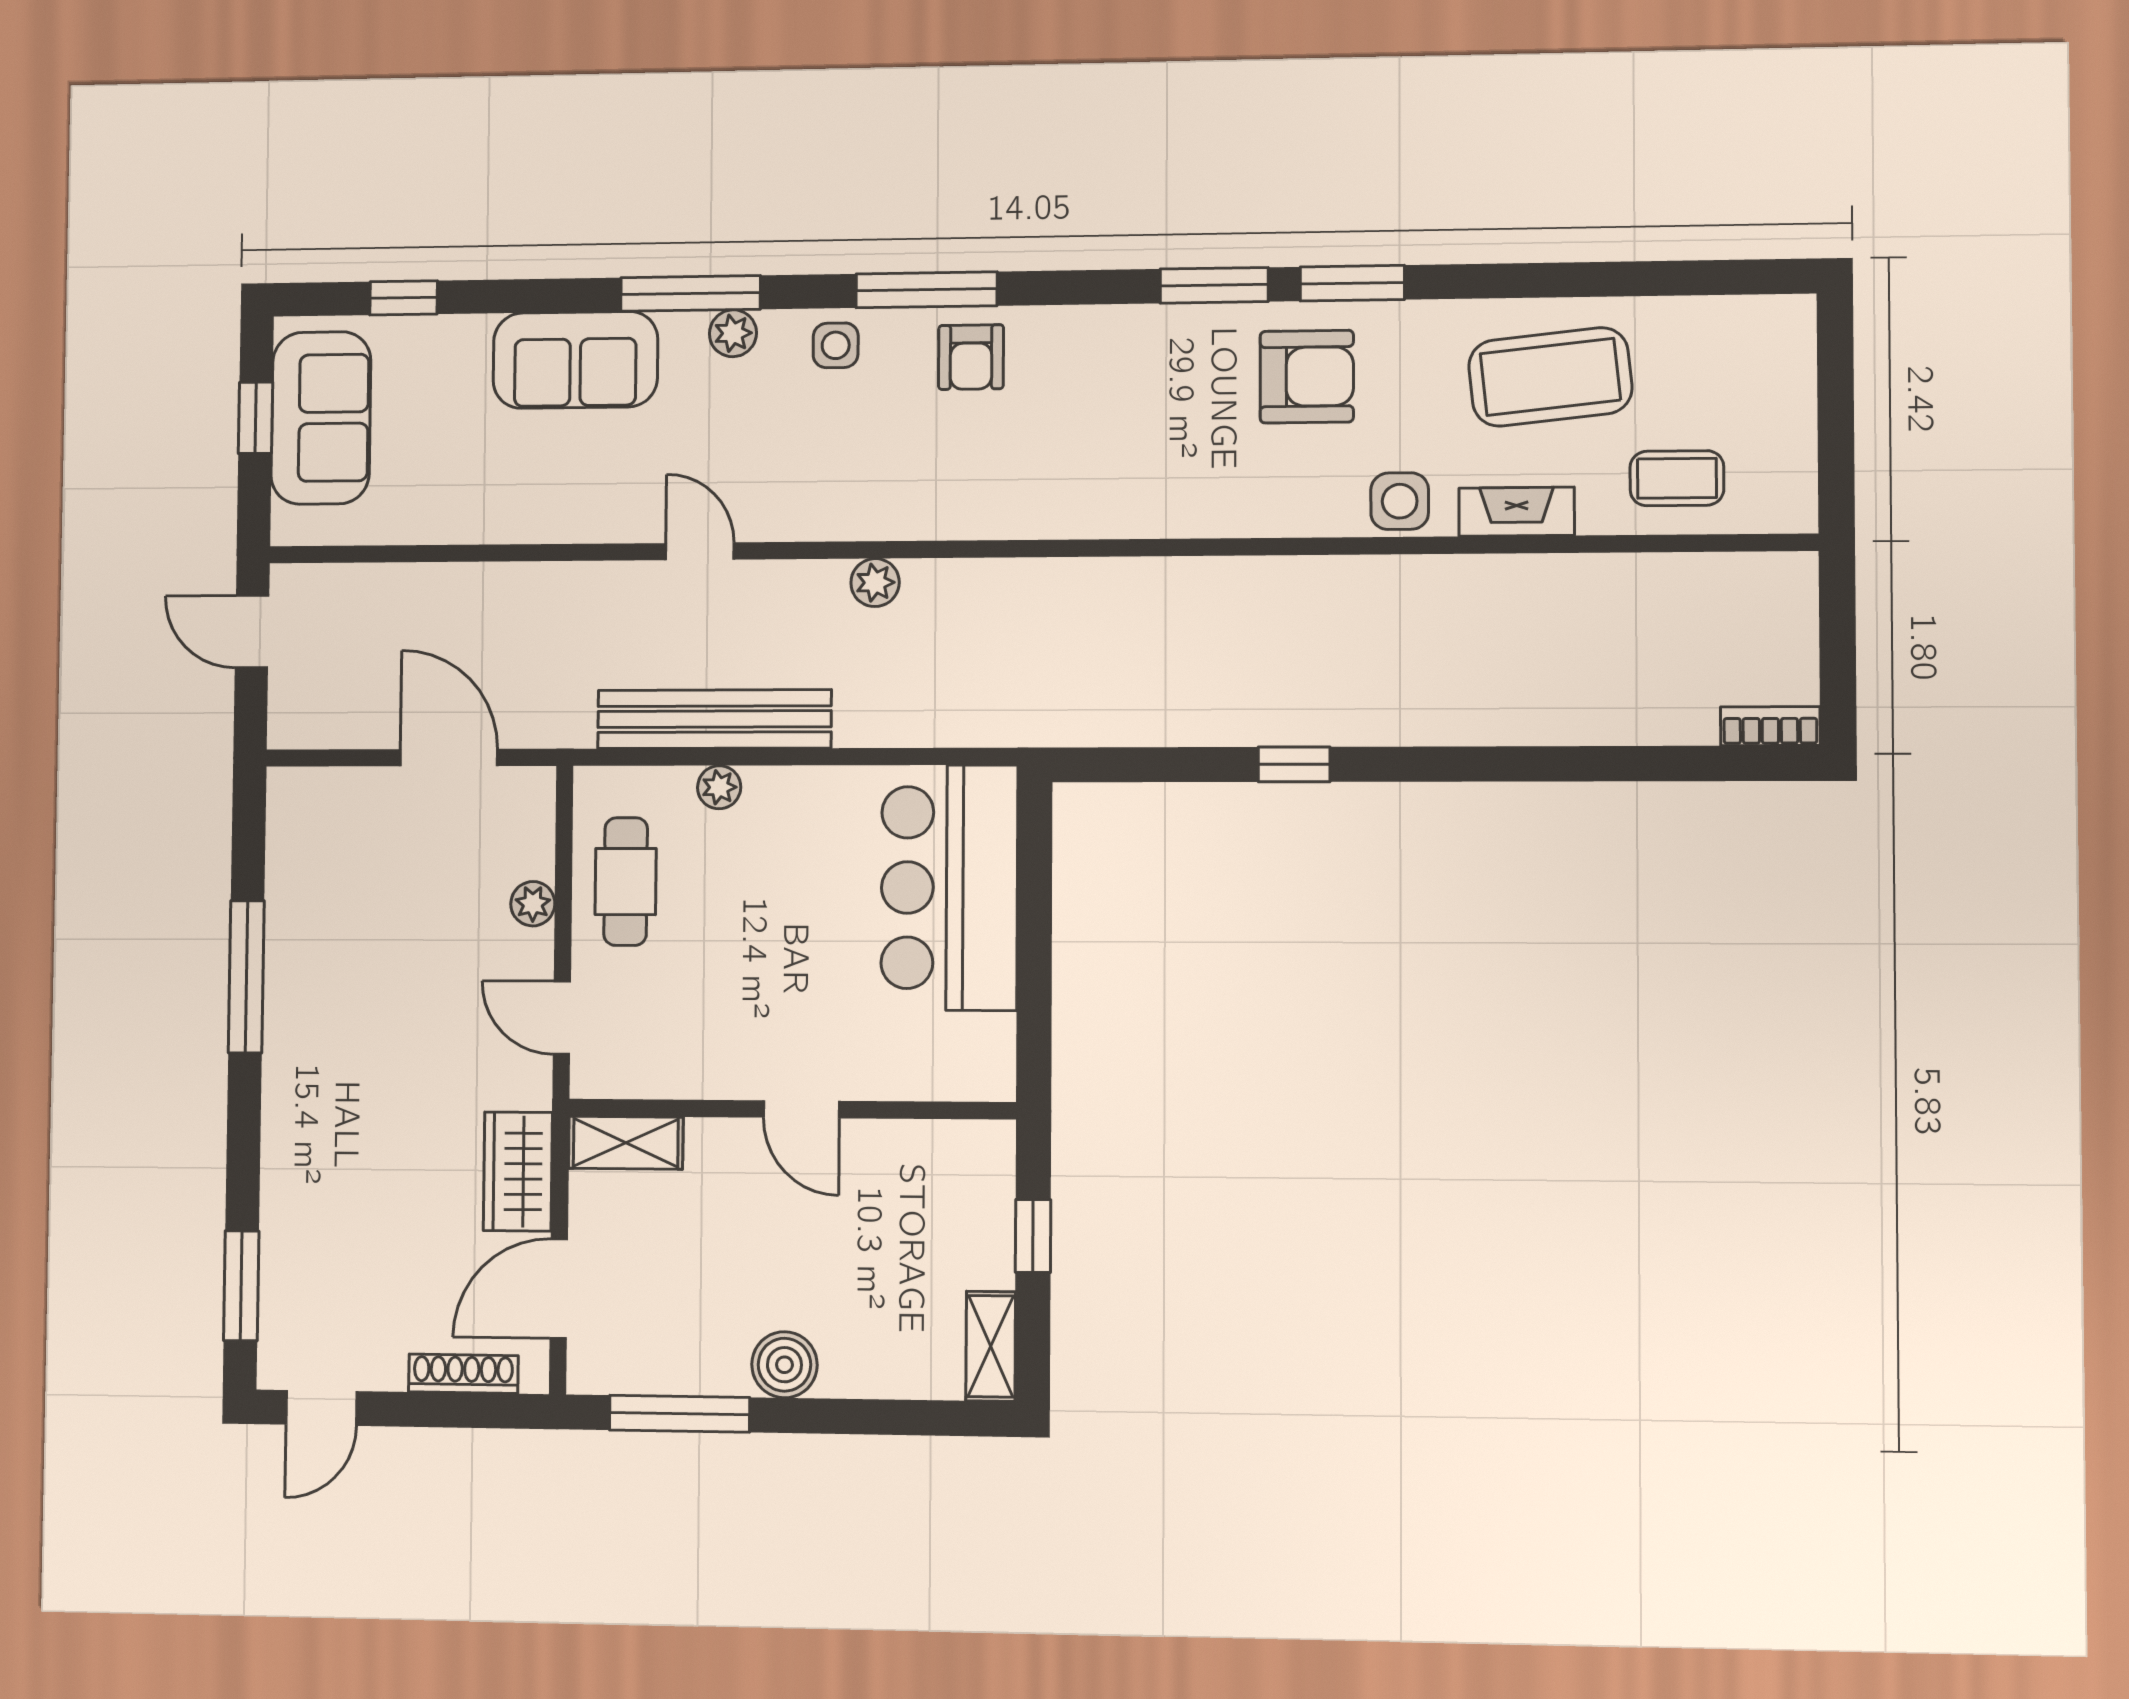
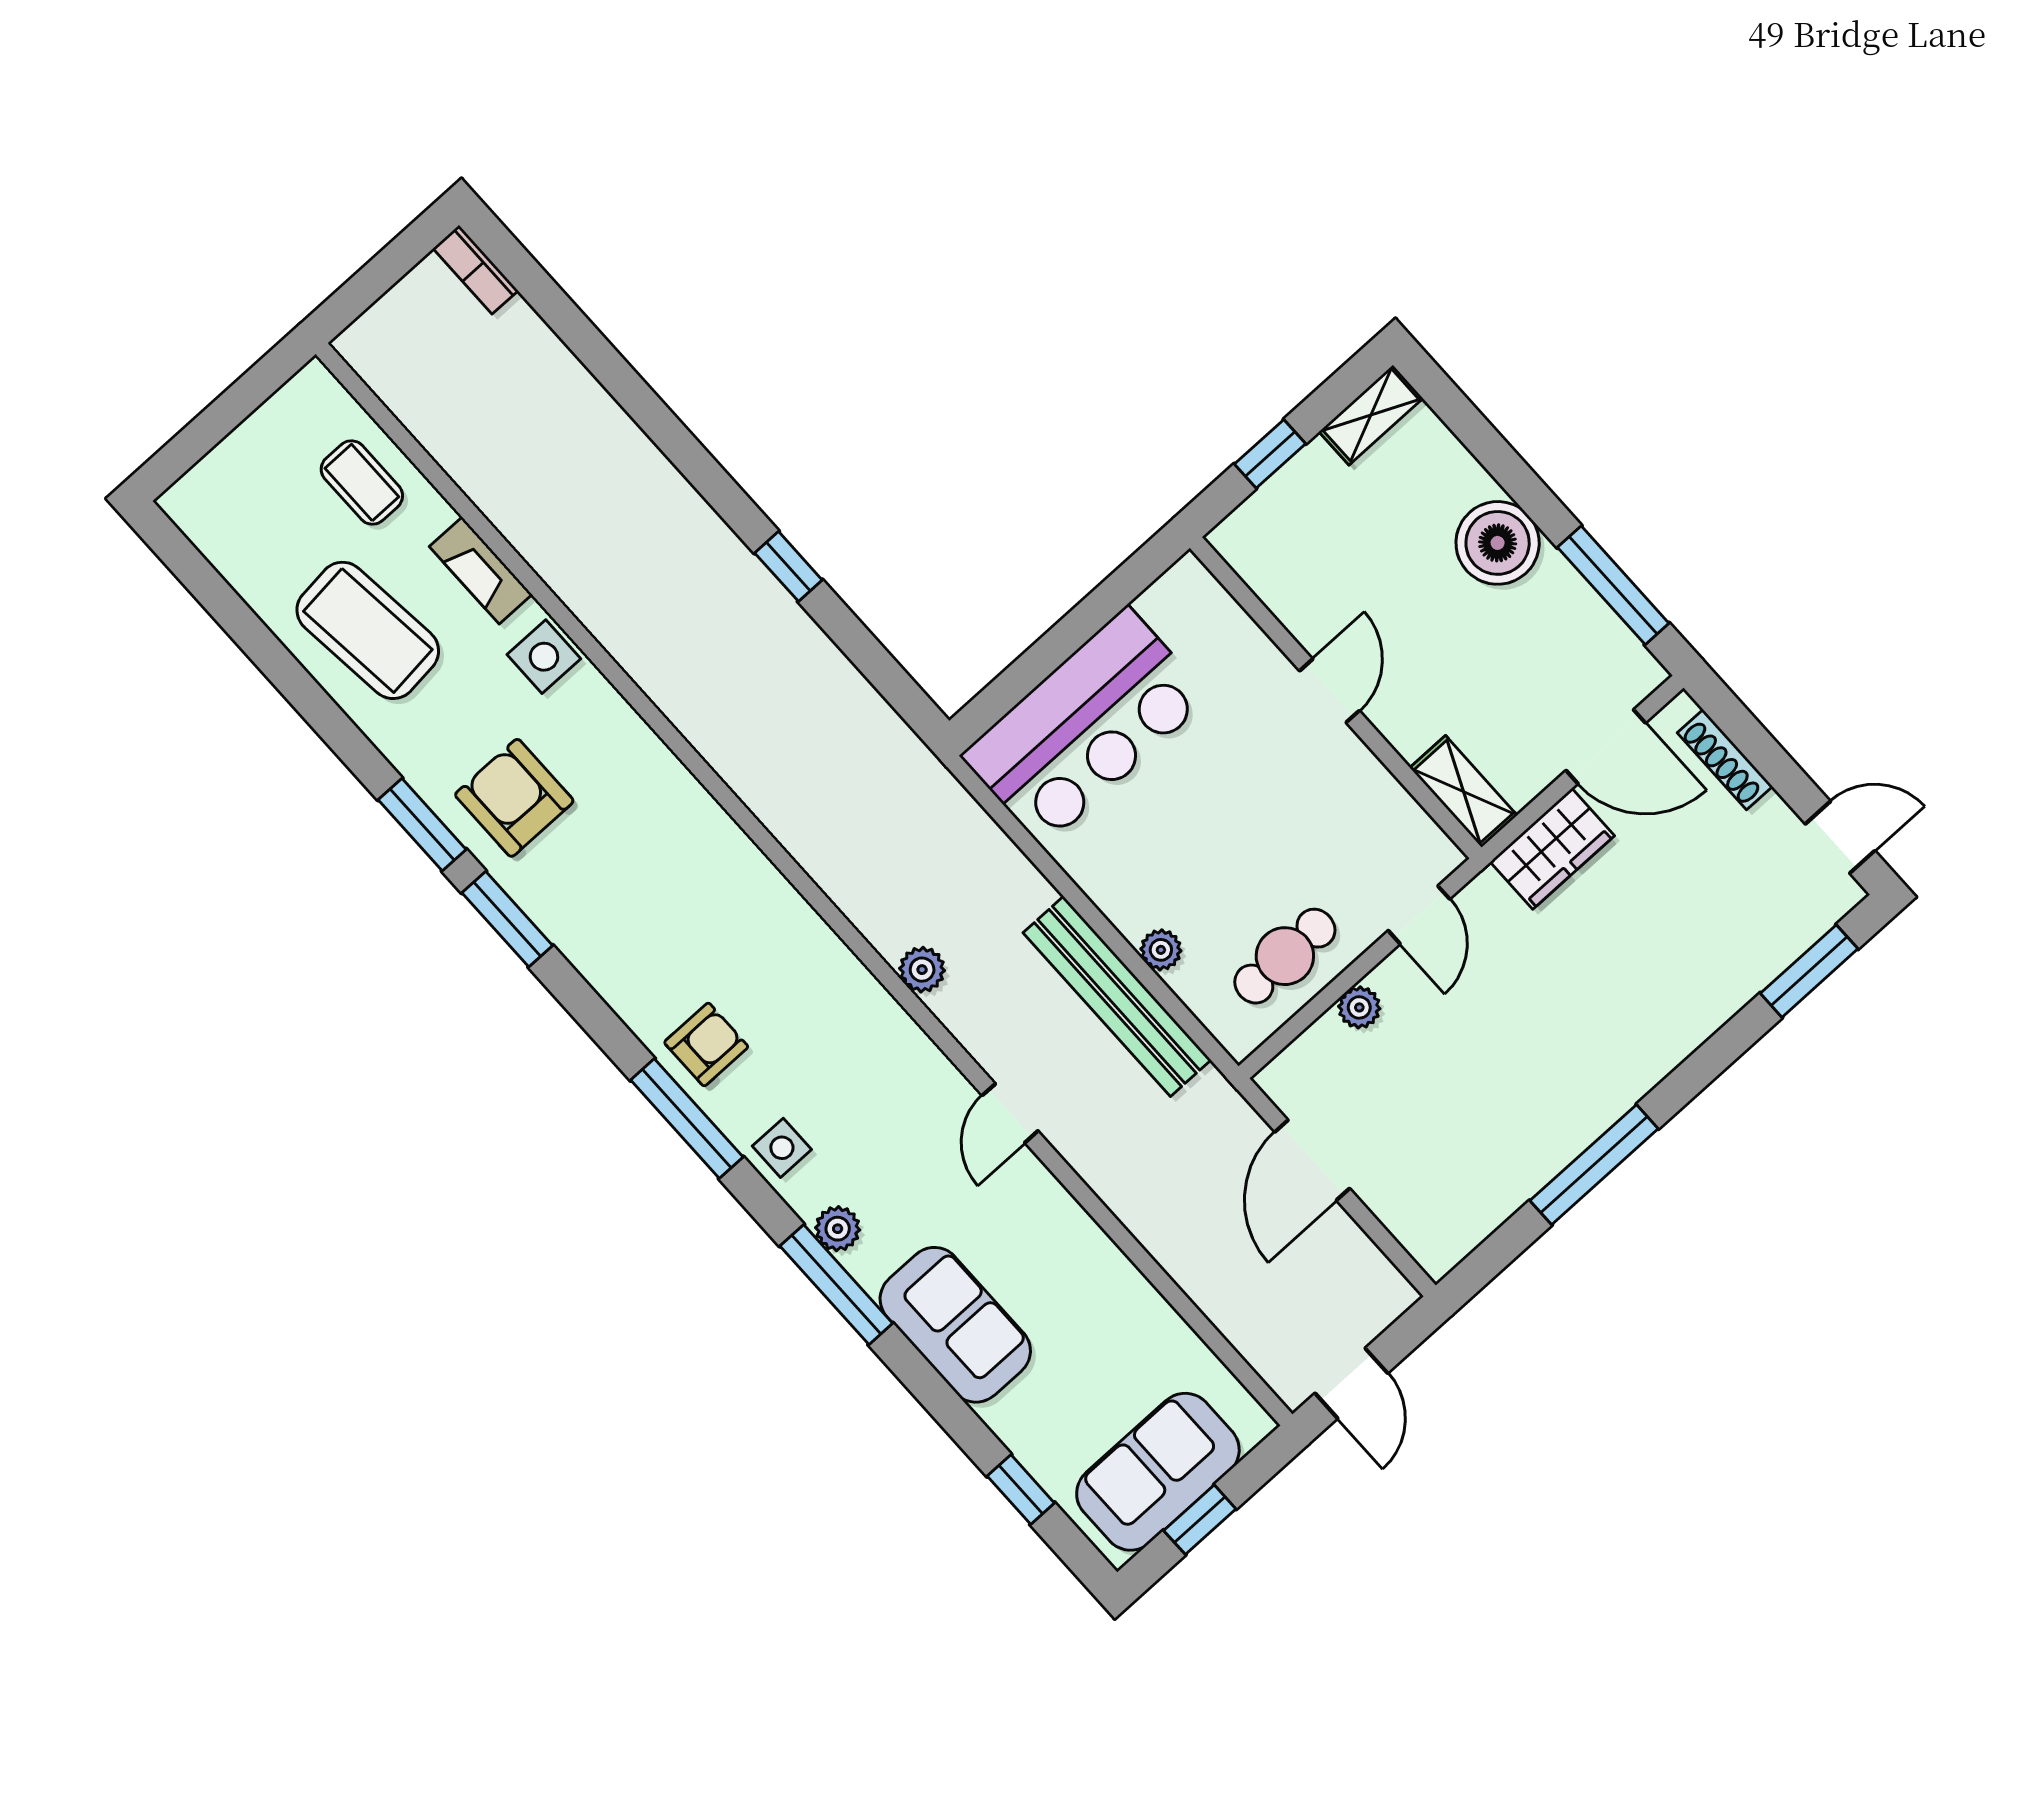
boiler: (784, 1365) -> (1498, 543), width x1.37, depth x1.37

